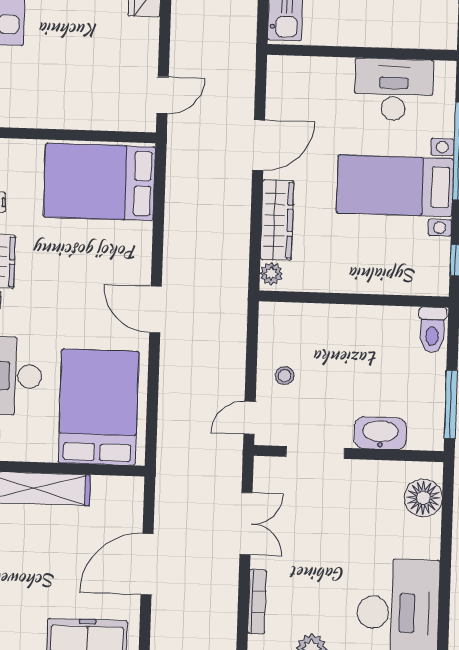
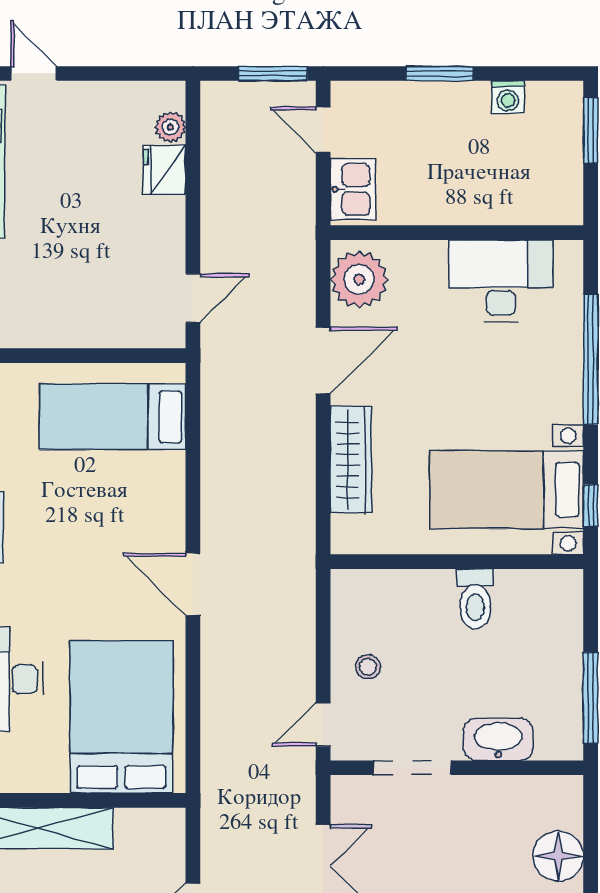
bed: (99, 182) -> (113, 417), width x0.67
bed with nightstands: (395, 186) -> (507, 490), moved
plant: (271, 274) -> (359, 280), moved, width x1.88, depth x1.88
toilet: (432, 330) -> (475, 599), moved
floor lamp: (423, 498) -> (558, 856), moved

